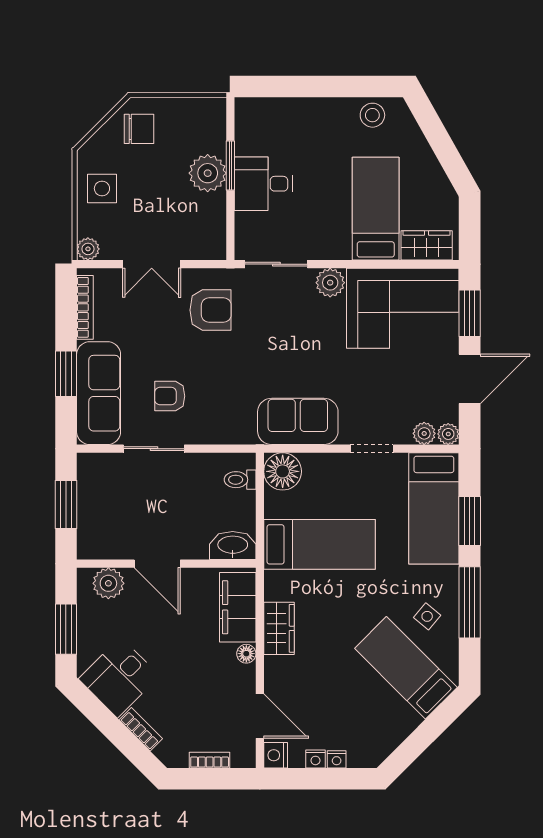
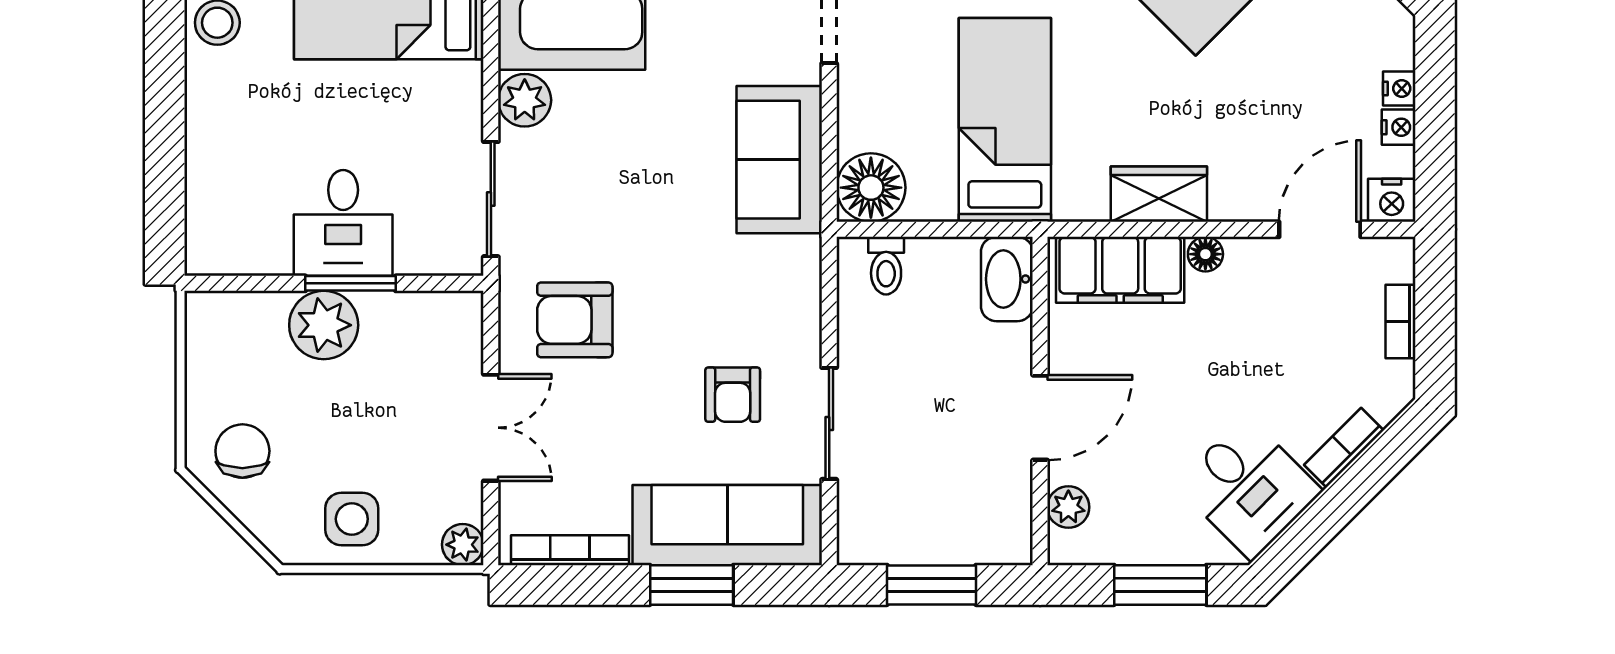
window: (230, 166) -> (350, 283), moved
armchair: (210, 310) -> (575, 320), turned -90
plant: (108, 583) -> (1068, 507), width x0.73, depth x0.73

